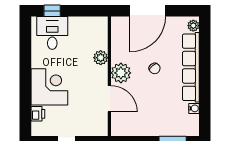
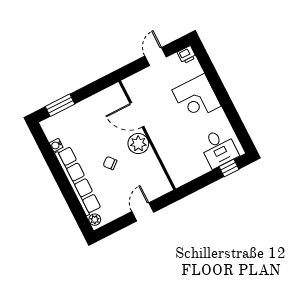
door: (148, 11) -> (143, 212), width x0.53
plant: (101, 58) -> (164, 148), removed
printer: (38, 114) -> (187, 55), moved, turned -90

